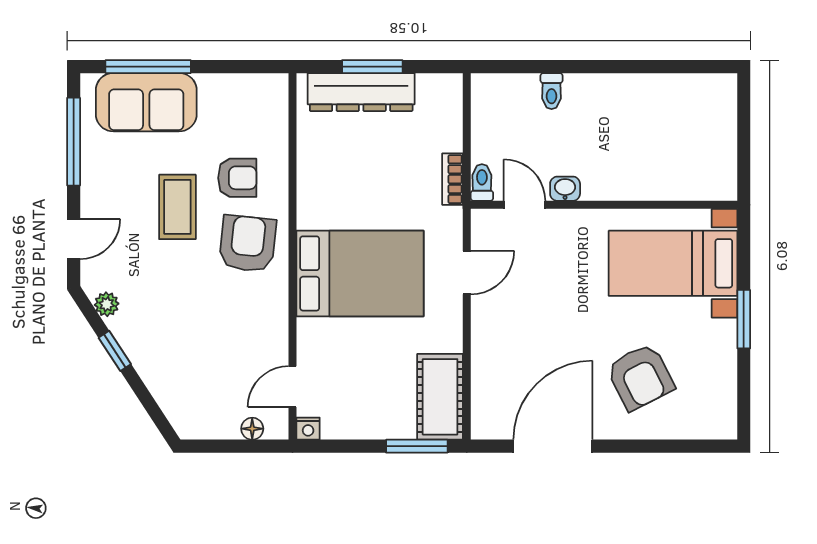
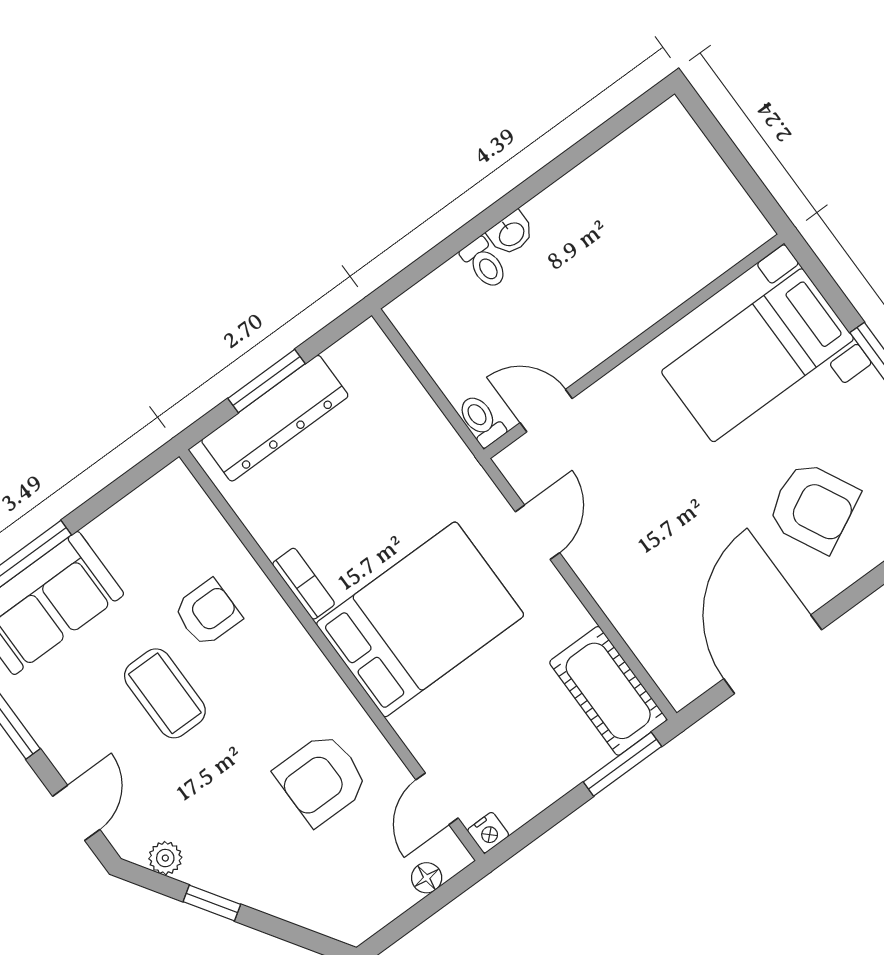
bookcase: (453, 179) -> (304, 584), moved, turned 180
washbasin: (565, 189) -> (511, 234), moved, turned 180
armchair: (248, 244) -> (321, 779), moved, turned -96

